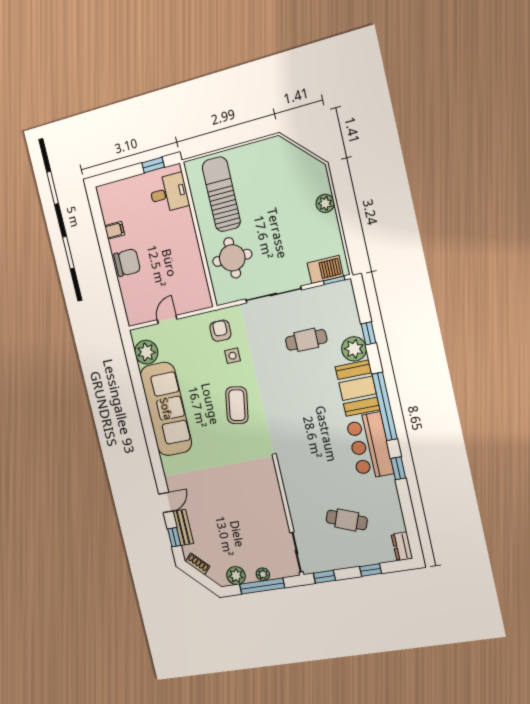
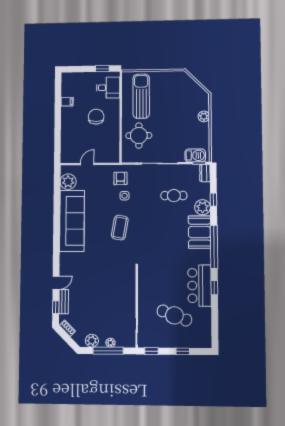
chair: (127, 263) -> (96, 117), moved, turned -90
bar counter: (370, 446) -> (199, 286), moved
cafe table: (347, 520) -> (174, 315), width x1.37, depth x1.35
dresser: (402, 546) -> (205, 173), moved

